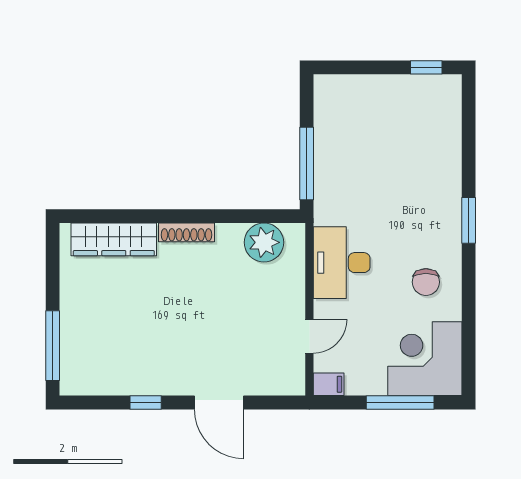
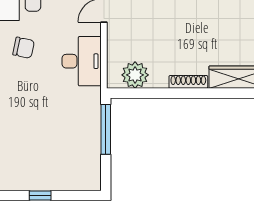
window: (426, 67) -> (40, 195), moved
chair: (426, 282) -> (24, 48), turned 102

